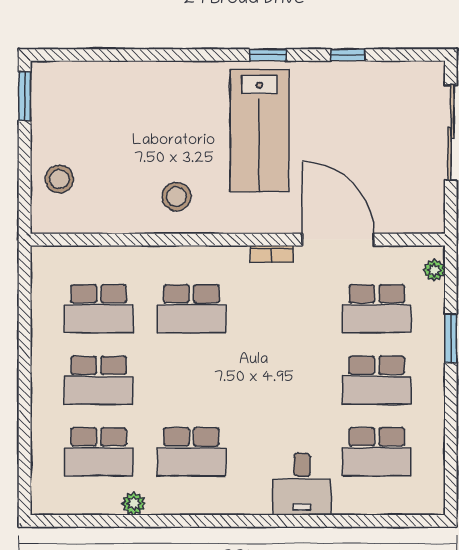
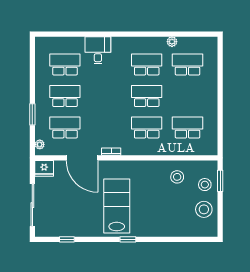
window: (268, 55) -> (128, 239), moved
window: (348, 55) -> (67, 239), moved
window: (25, 96) -> (220, 181), moved
stool: (62, 123) -> (204, 209), added
stool: (176, 196) -> (177, 177), moved
fridge: (424, 216) -> (44, 168), added
school desk: (99, 380) -> (147, 96), moved

